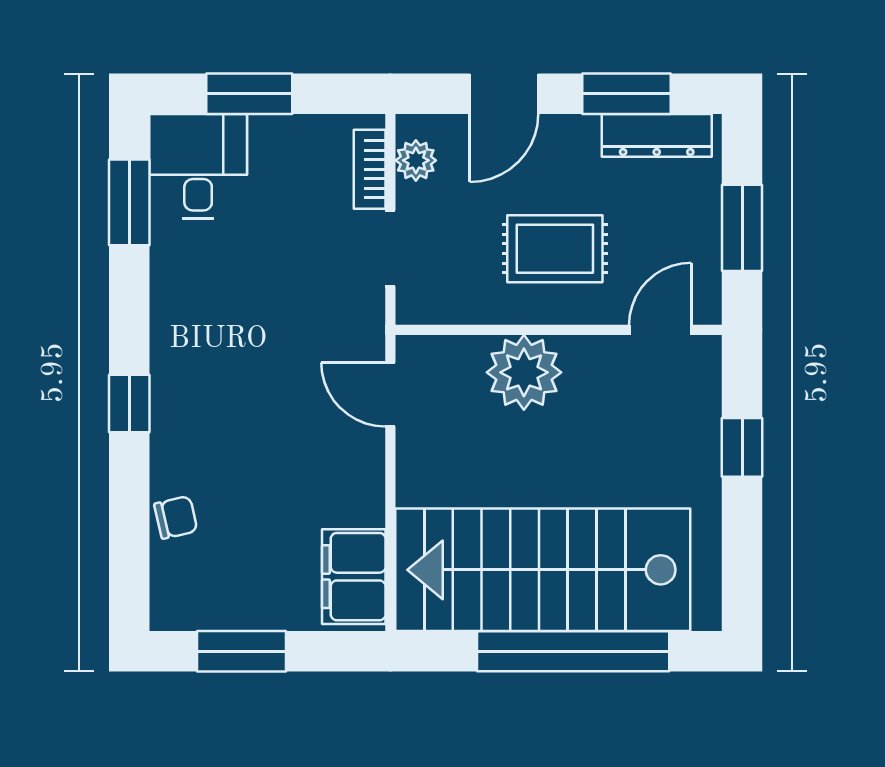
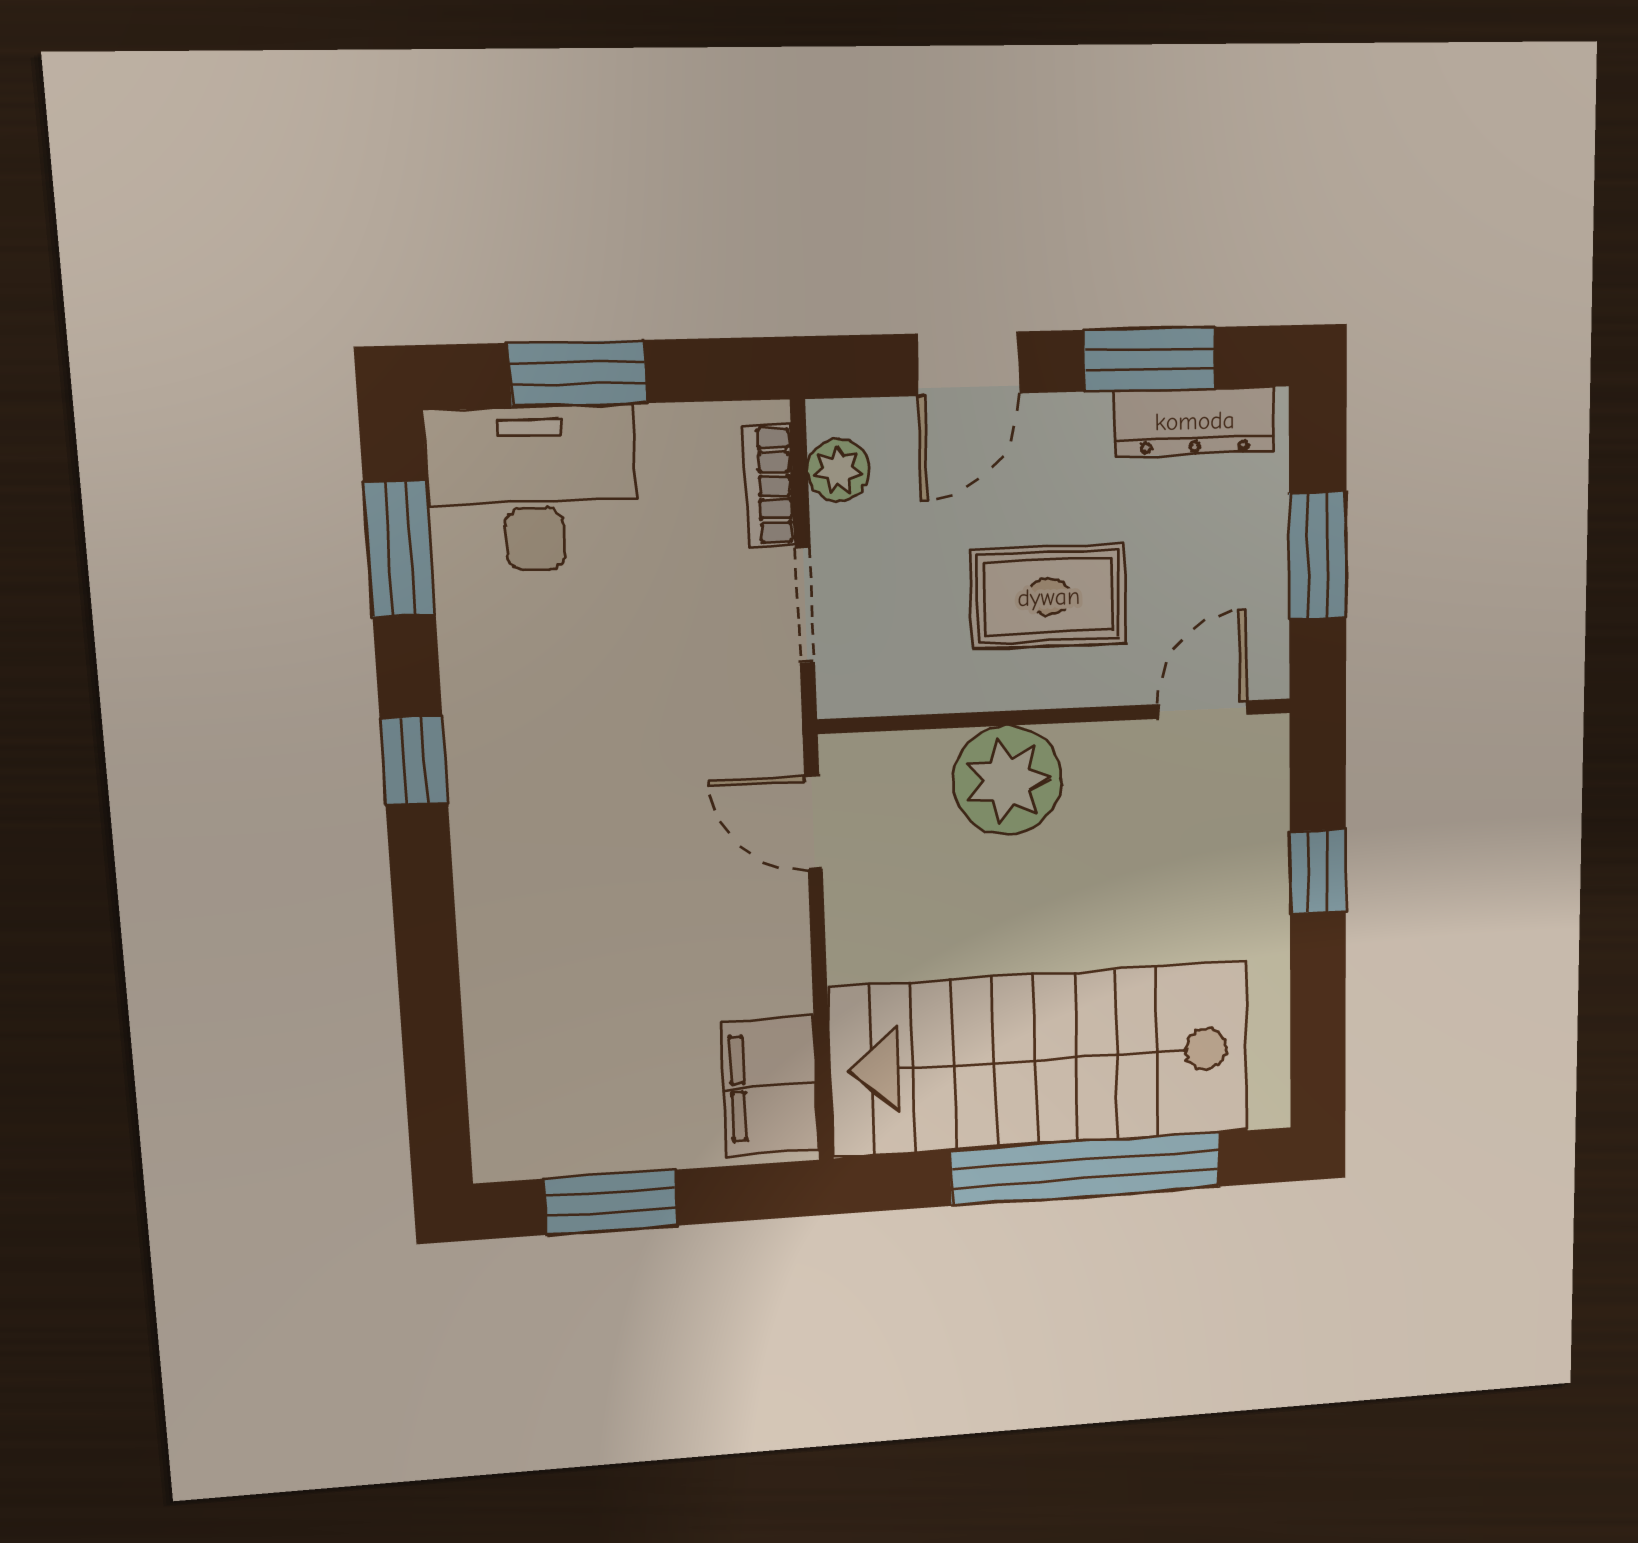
desk: (198, 166) -> (532, 489), width x1.37
window: (129, 404) -> (414, 761), moved
chair: (176, 517) -> (502, 1018), removed

